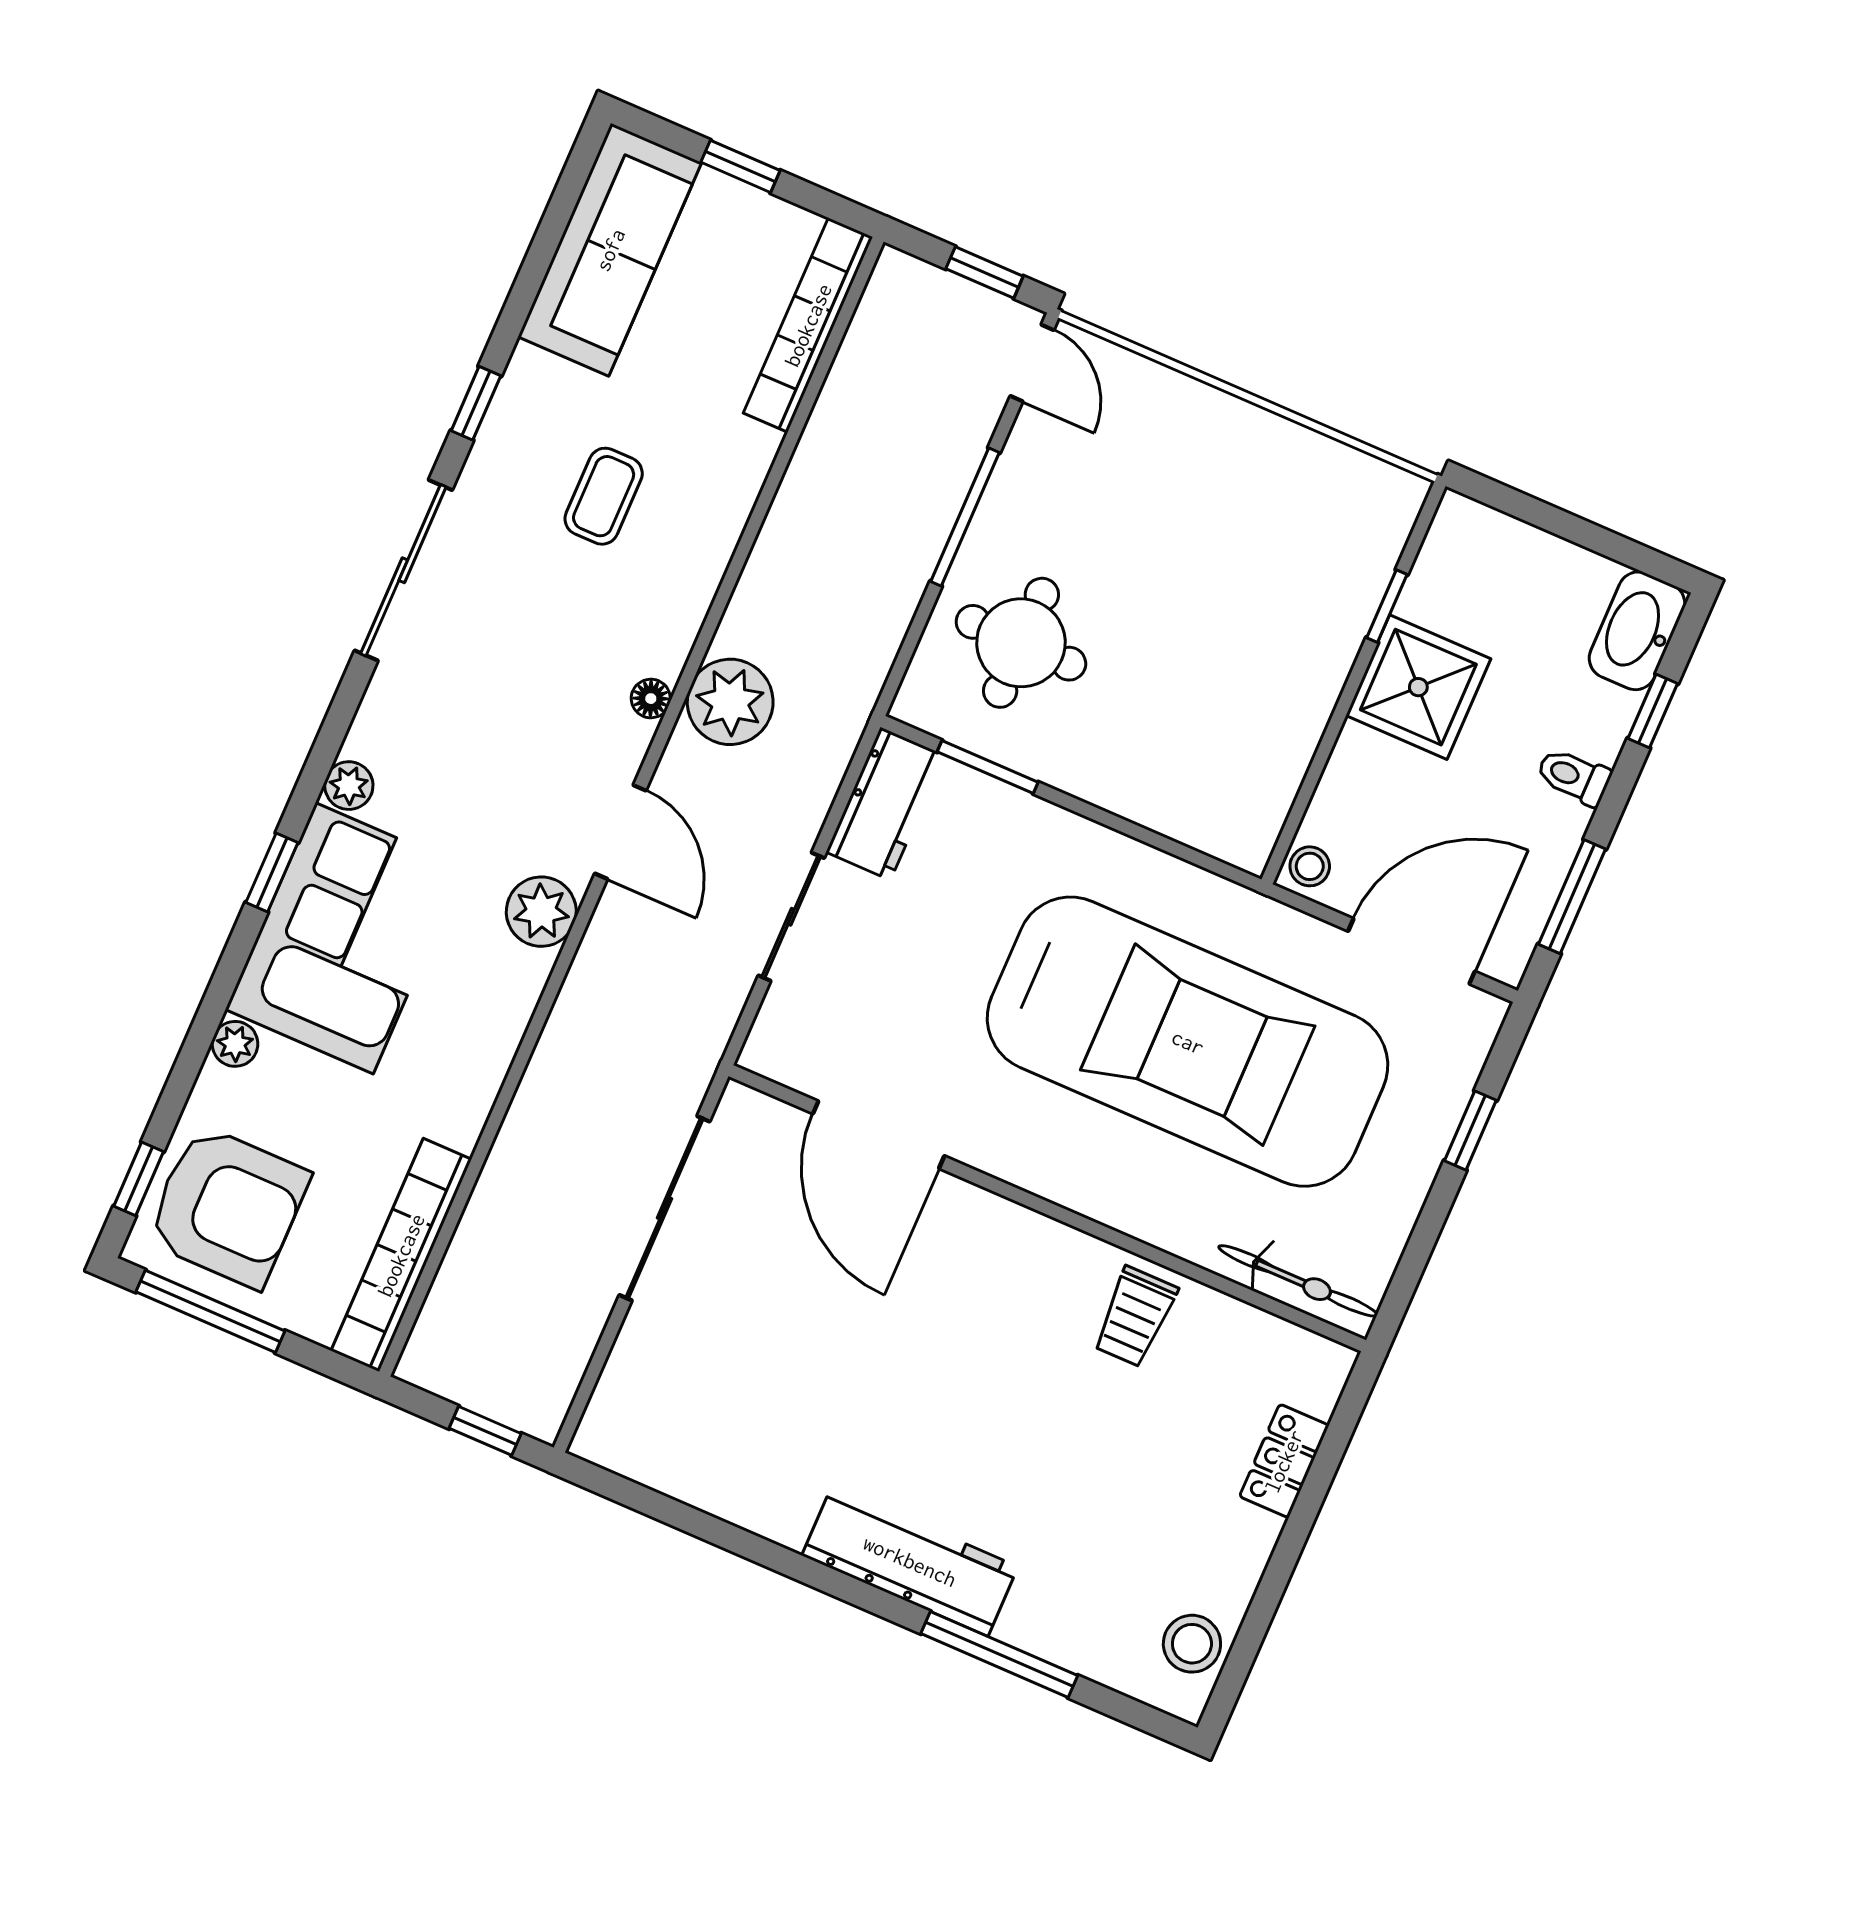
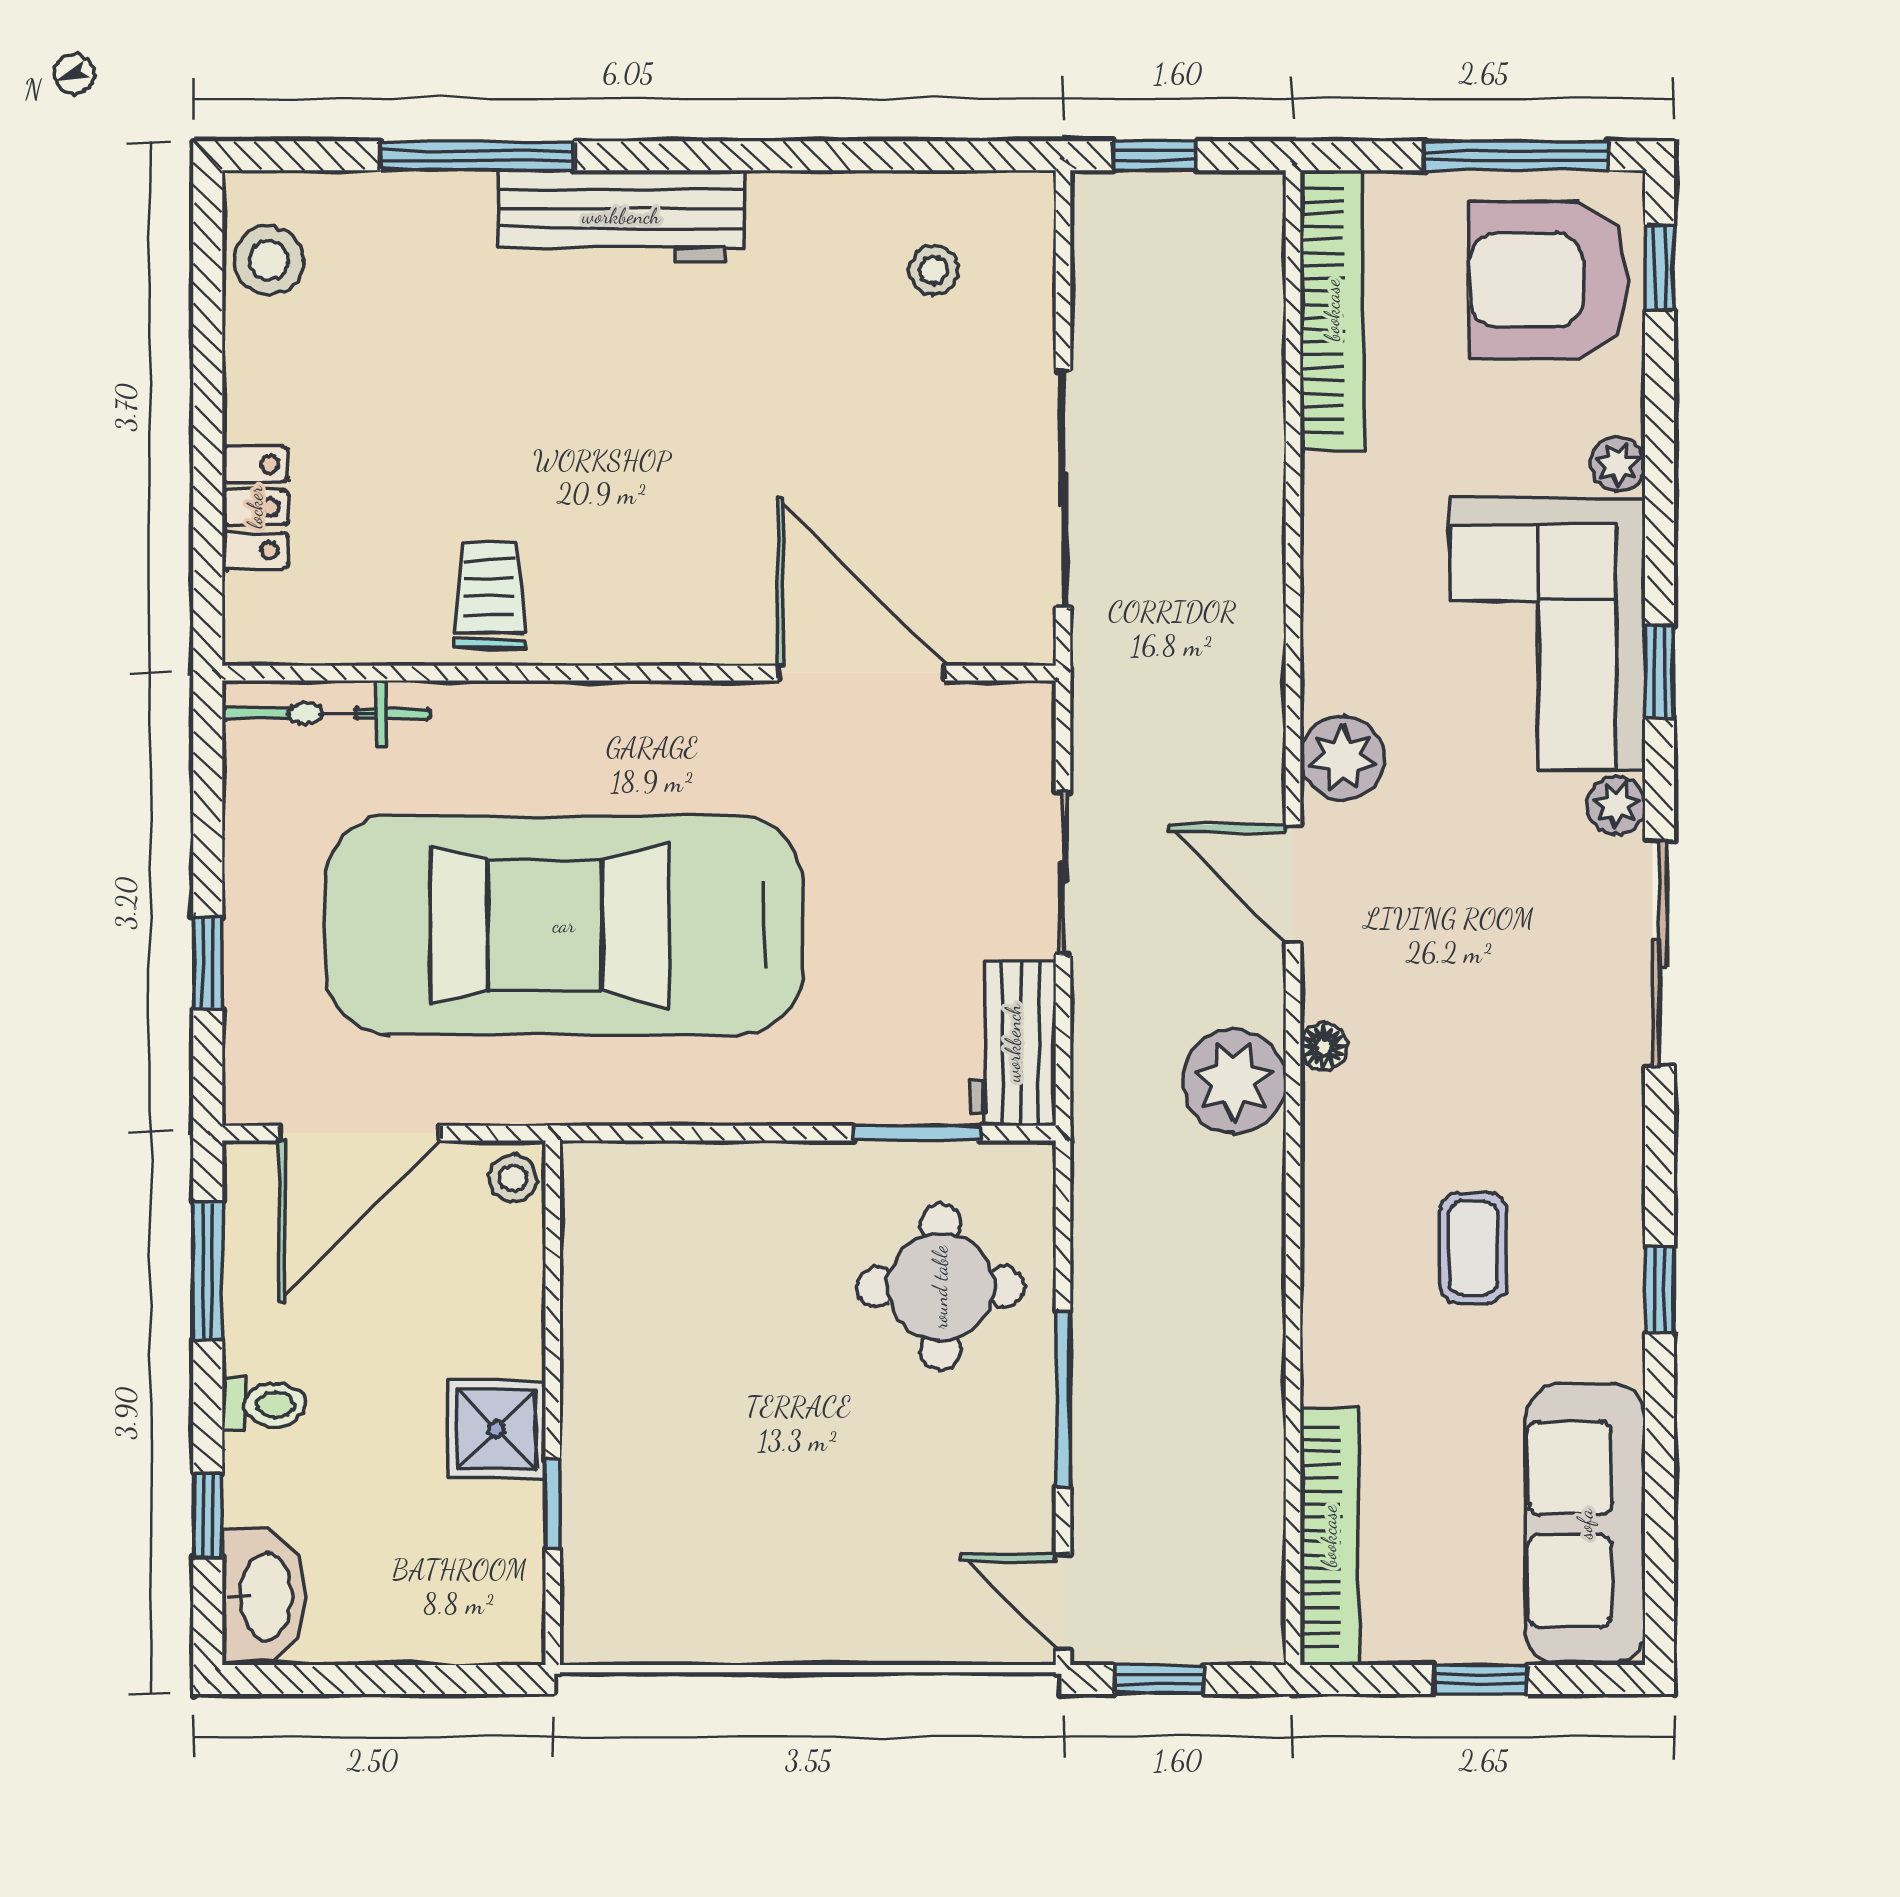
sliding door: (403, 570) -> (1660, 953), moved
shower: (1418, 687) -> (497, 1429), width x0.73, depth x0.73
stool: (691, 1417) -> (934, 270), added

